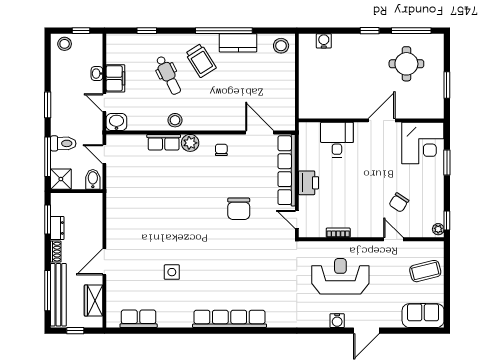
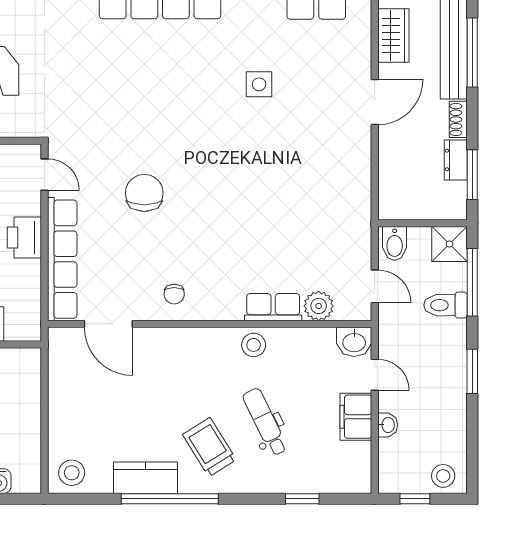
plant: (190, 143) -> (319, 306), moved

